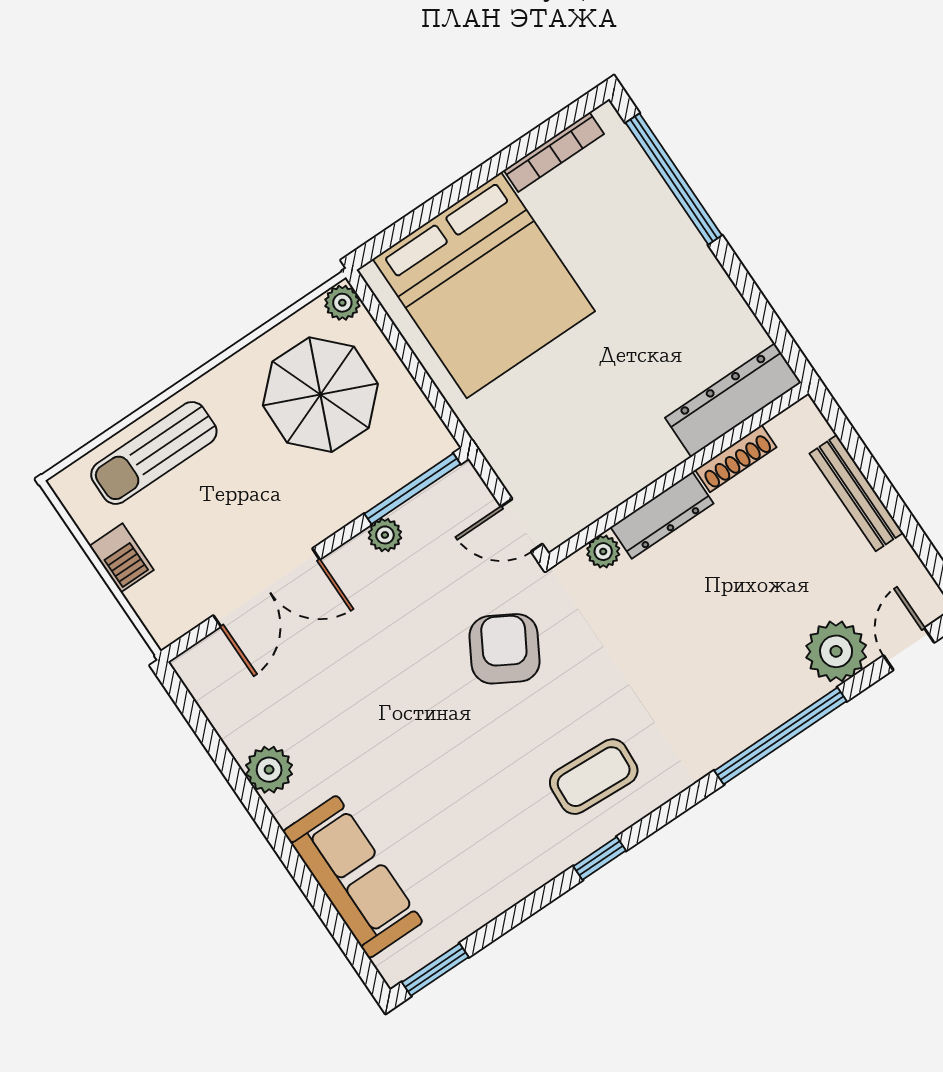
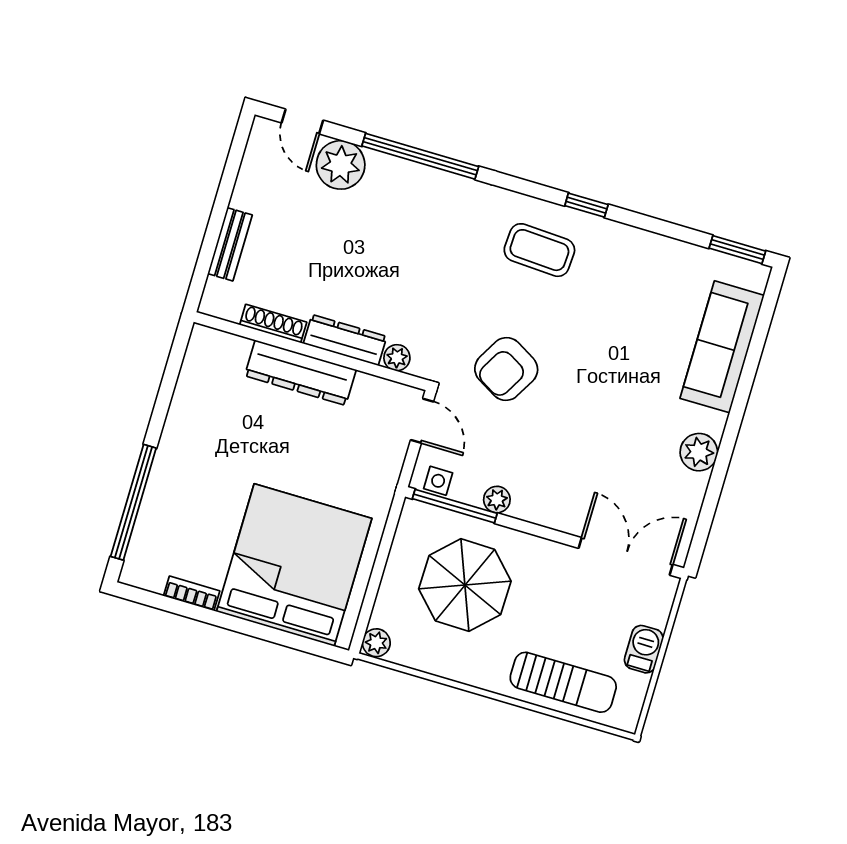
bookcase: (554, 152) -> (192, 593), width x0.64
parasol: (320, 395) -> (465, 585), moved
dresser: (733, 400) -> (300, 373), moved
side table: (450, 493) -> (438, 481), added
bench: (856, 493) -> (230, 244), width x0.73
double door: (267, 588) -> (626, 556), moved
door: (909, 649) -> (302, 122), hinge flipped

